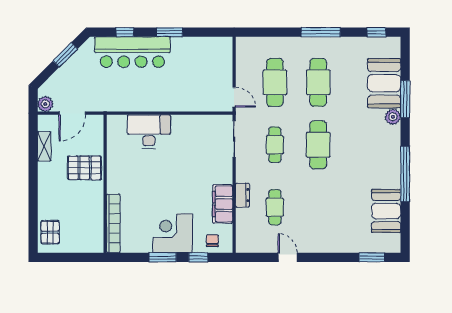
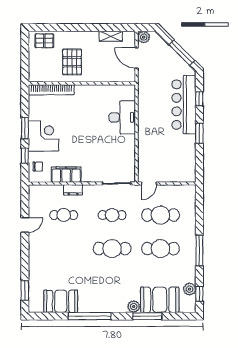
plant: (370, 45) -> (190, 289), added
window: (65, 55) -> (182, 53), width x1.44
pallet: (85, 168) -> (72, 62), moved

